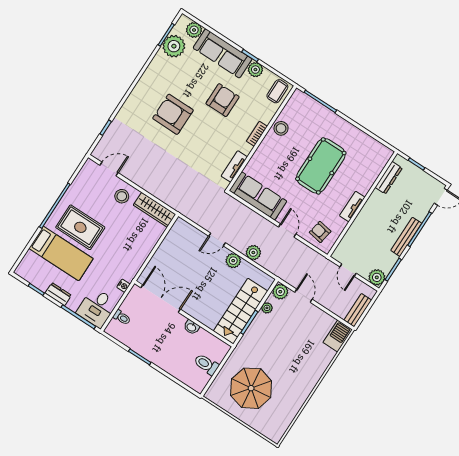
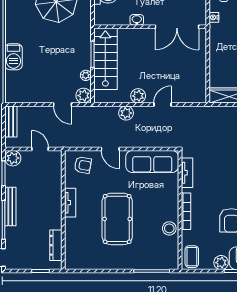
bookcase: (257, 134) -> (186, 211), width x1.56
barbecue: (338, 336) -> (14, 57), moved

